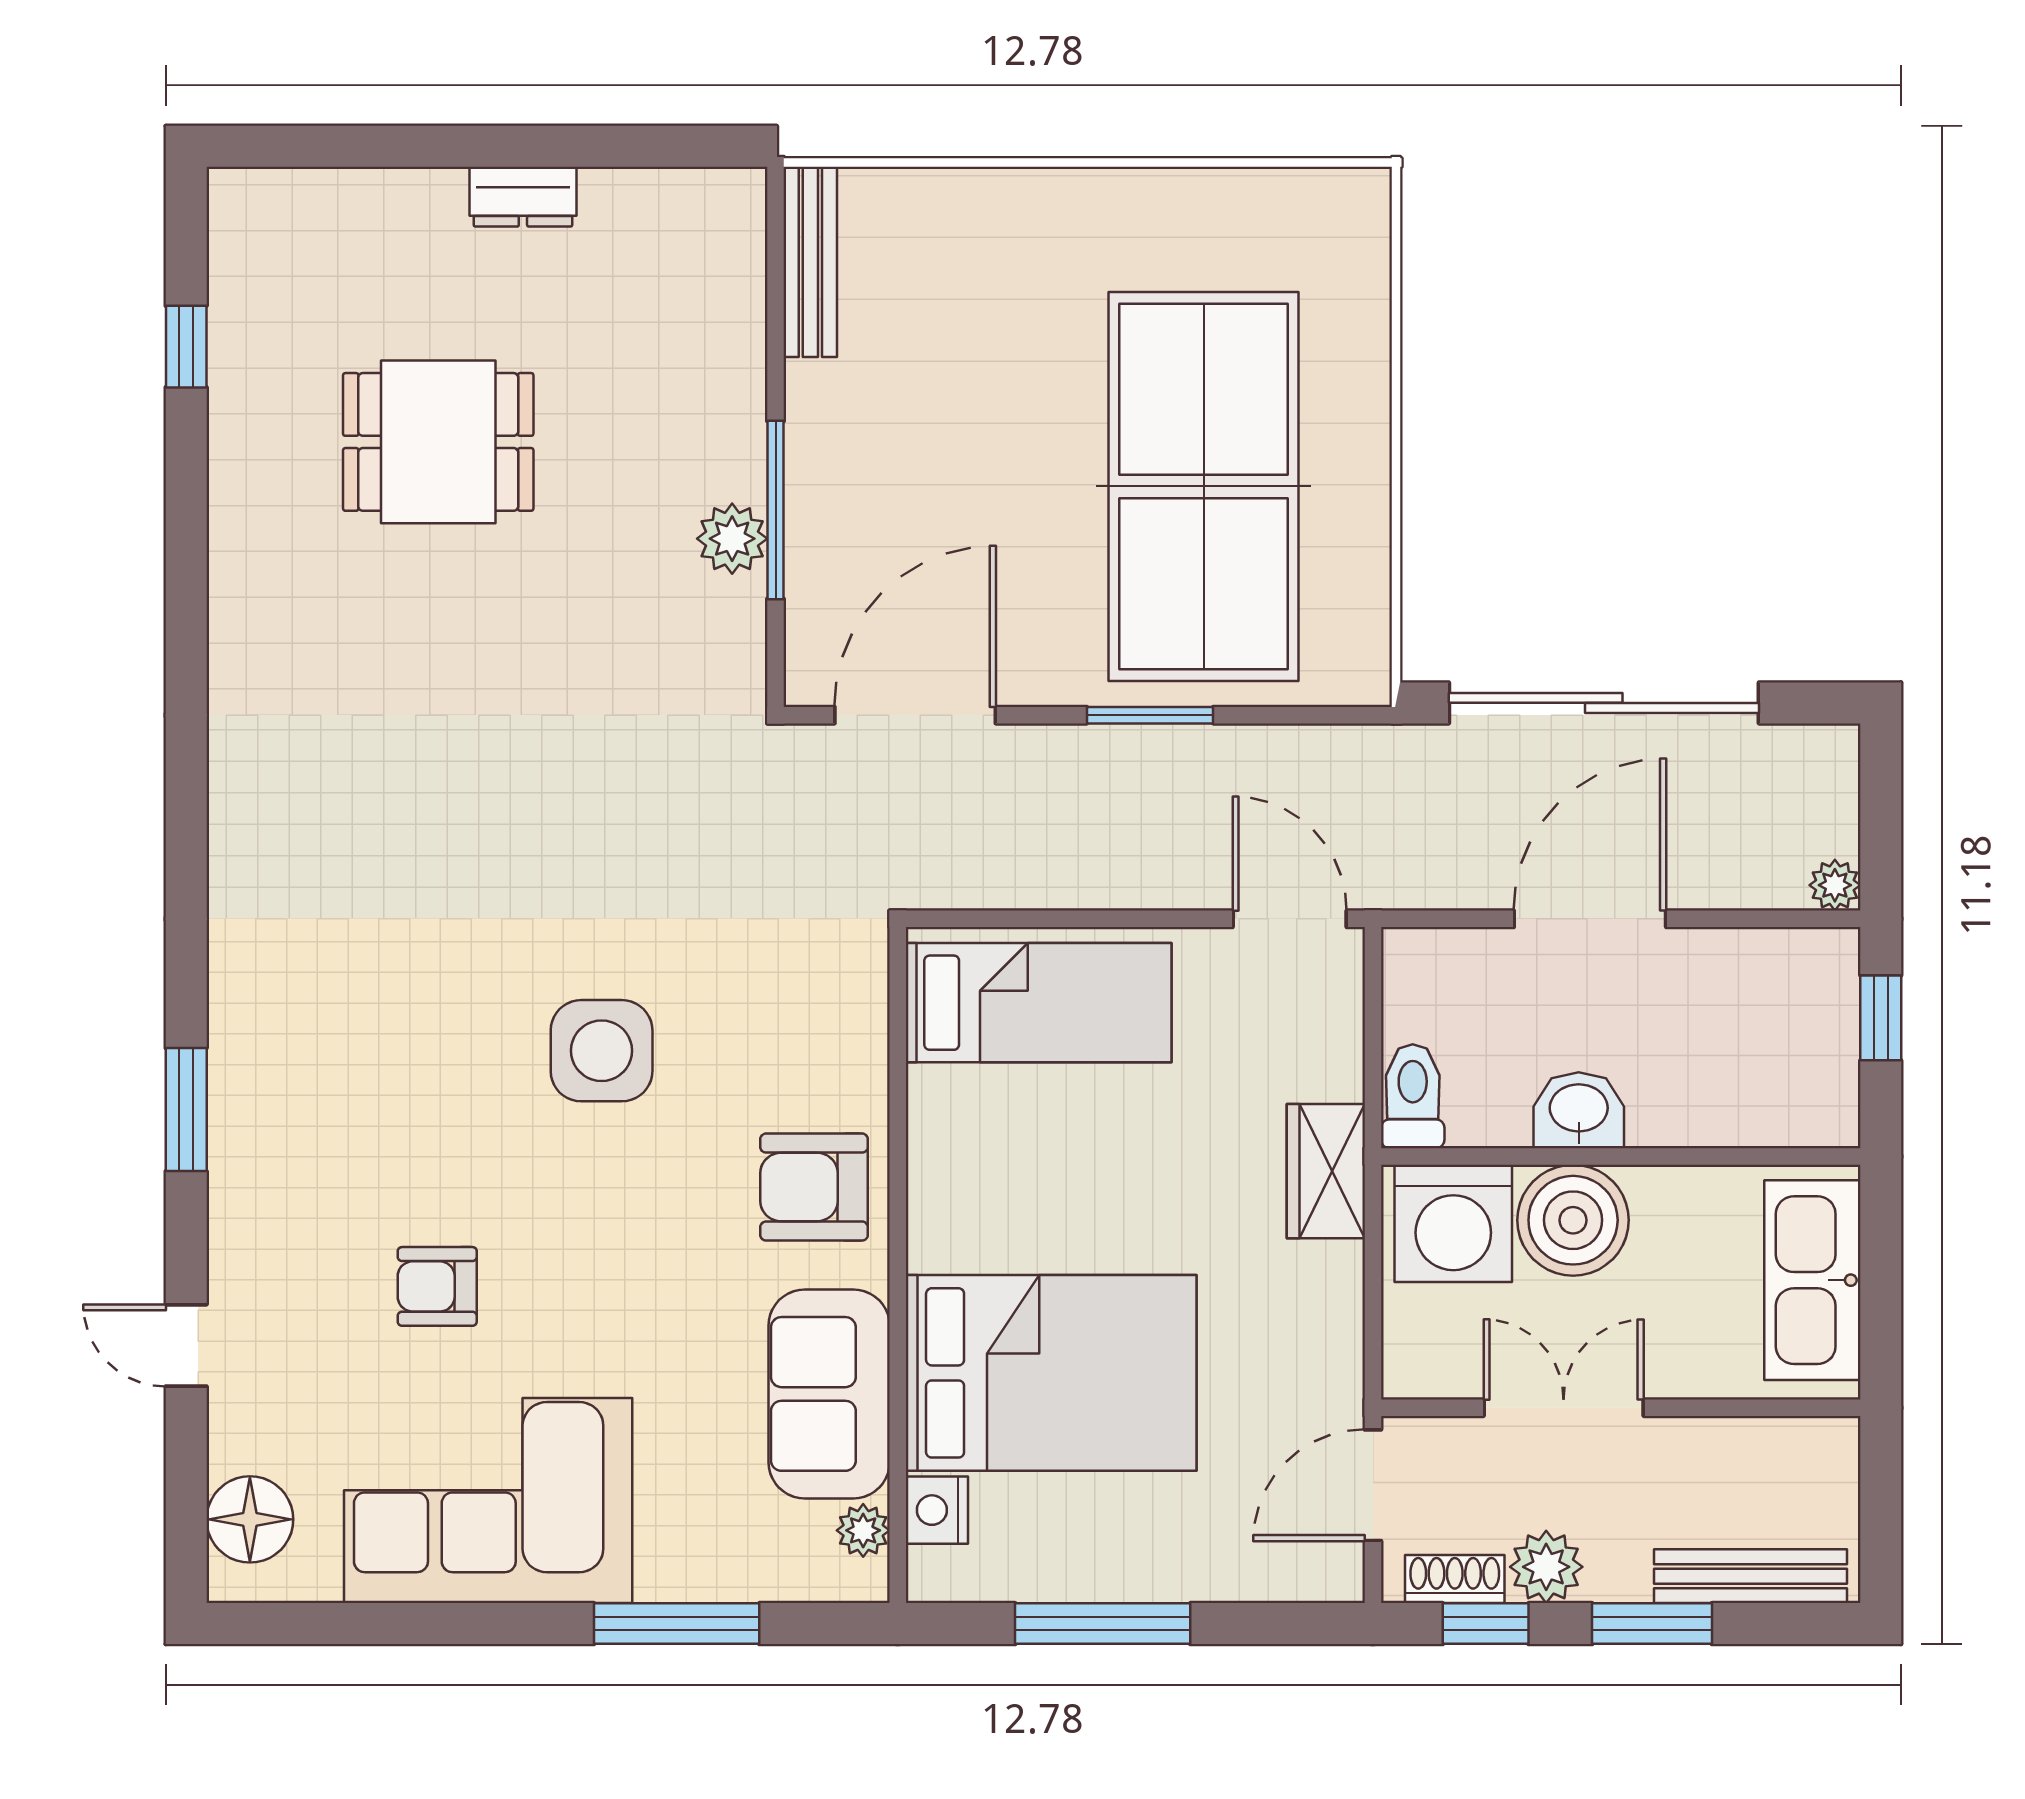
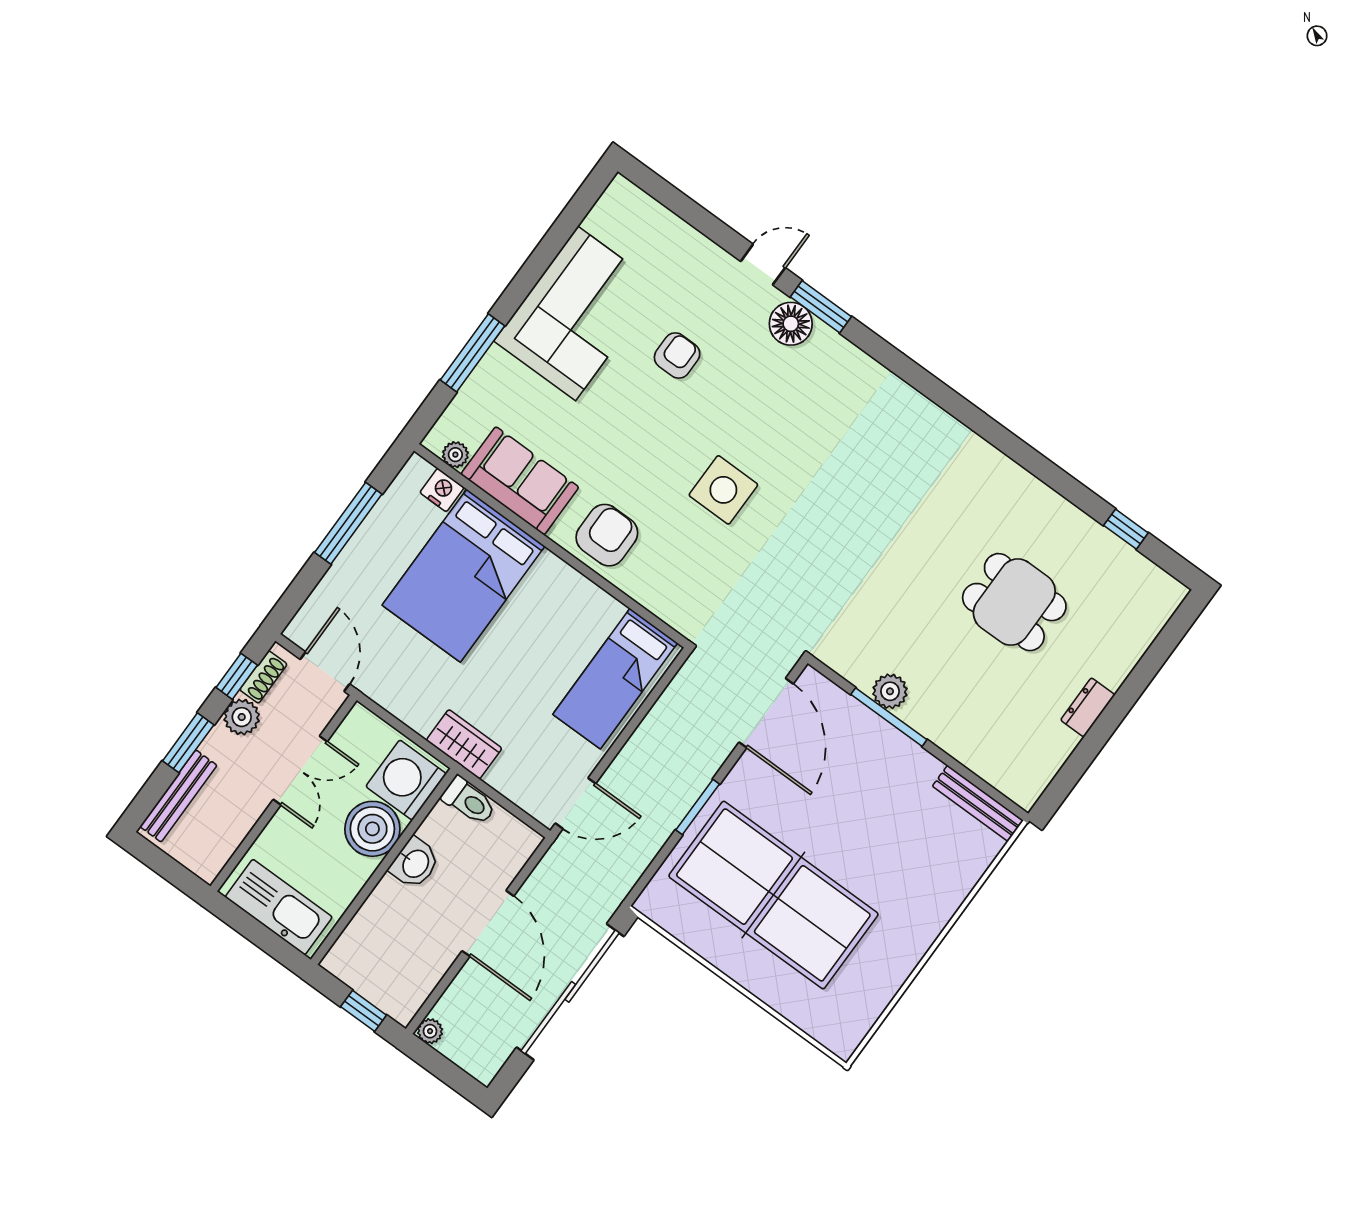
dining table: (438, 442) -> (1014, 602), turned 90
door: (186, 1345) -> (763, 264), moved
floor lamp: (250, 1519) -> (791, 324), moved

